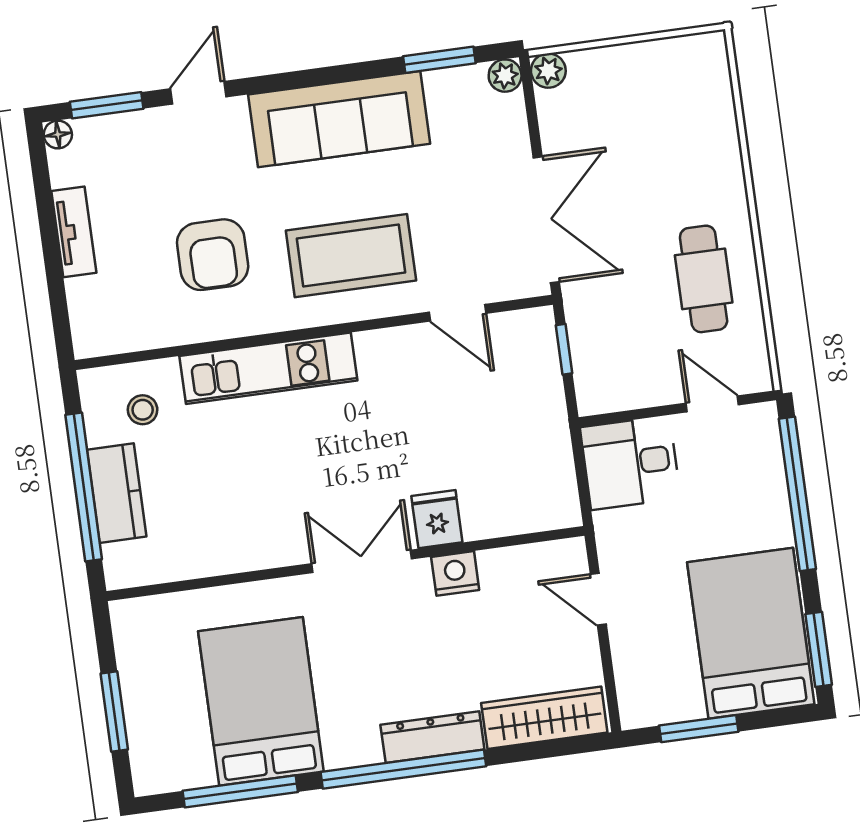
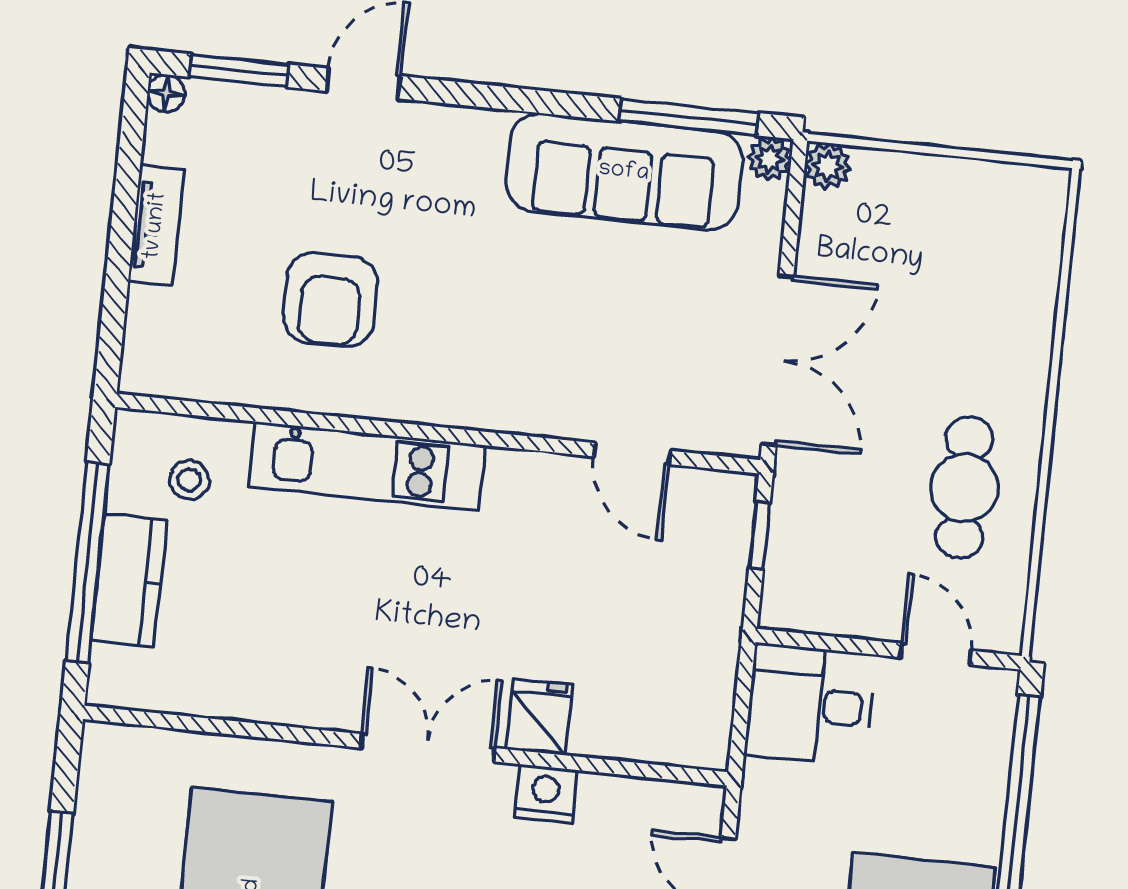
window: (439, 60) -> (689, 117), width x1.44
sofa: (339, 119) -> (624, 172), moved
coffee table: (351, 256) -> (511, 345), removed

